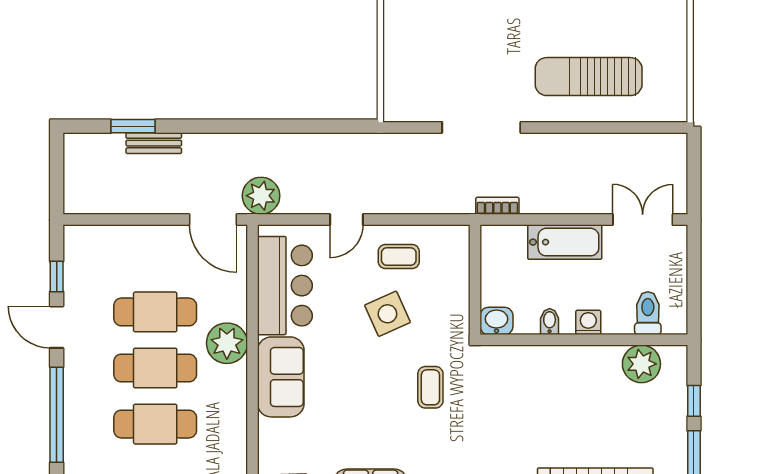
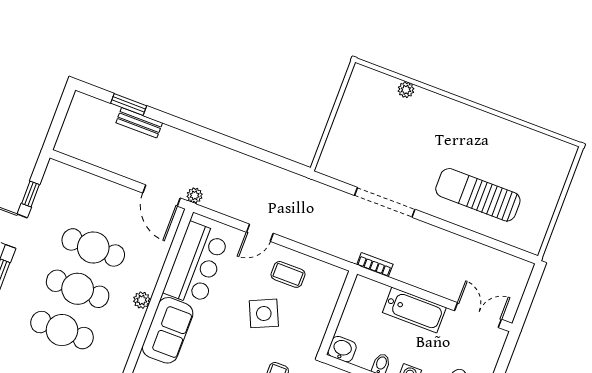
plant: (261, 196) -> (195, 195), width x0.53, depth x0.53
plant: (227, 343) -> (142, 300), width x0.53, depth x0.53

